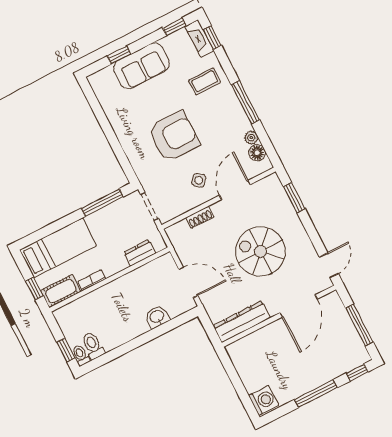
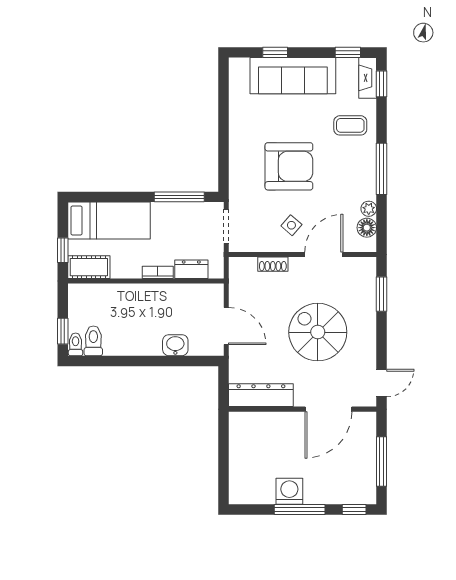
sofa: (142, 66) -> (293, 76), width x1.36
bookcase: (92, 280) -> (158, 272), moved
washing machine: (264, 400) -> (289, 491), moved, turned -90

